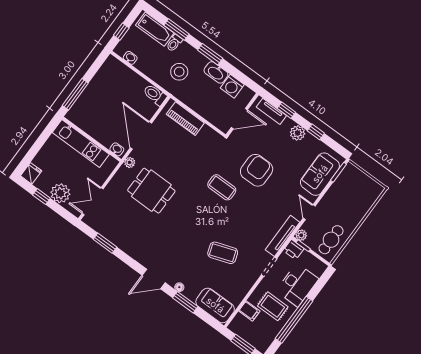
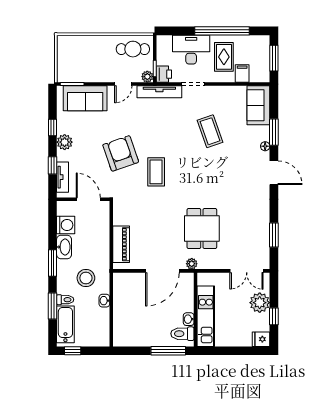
window: (121, 32) -> (73, 351), moved
washbasin: (130, 58) -> (104, 301), moved
toilet: (155, 95) -> (182, 334), moved, turned 90
washbasin: (117, 149) -> (189, 319), moved
armchair: (257, 170) -> (121, 153), turned 71

